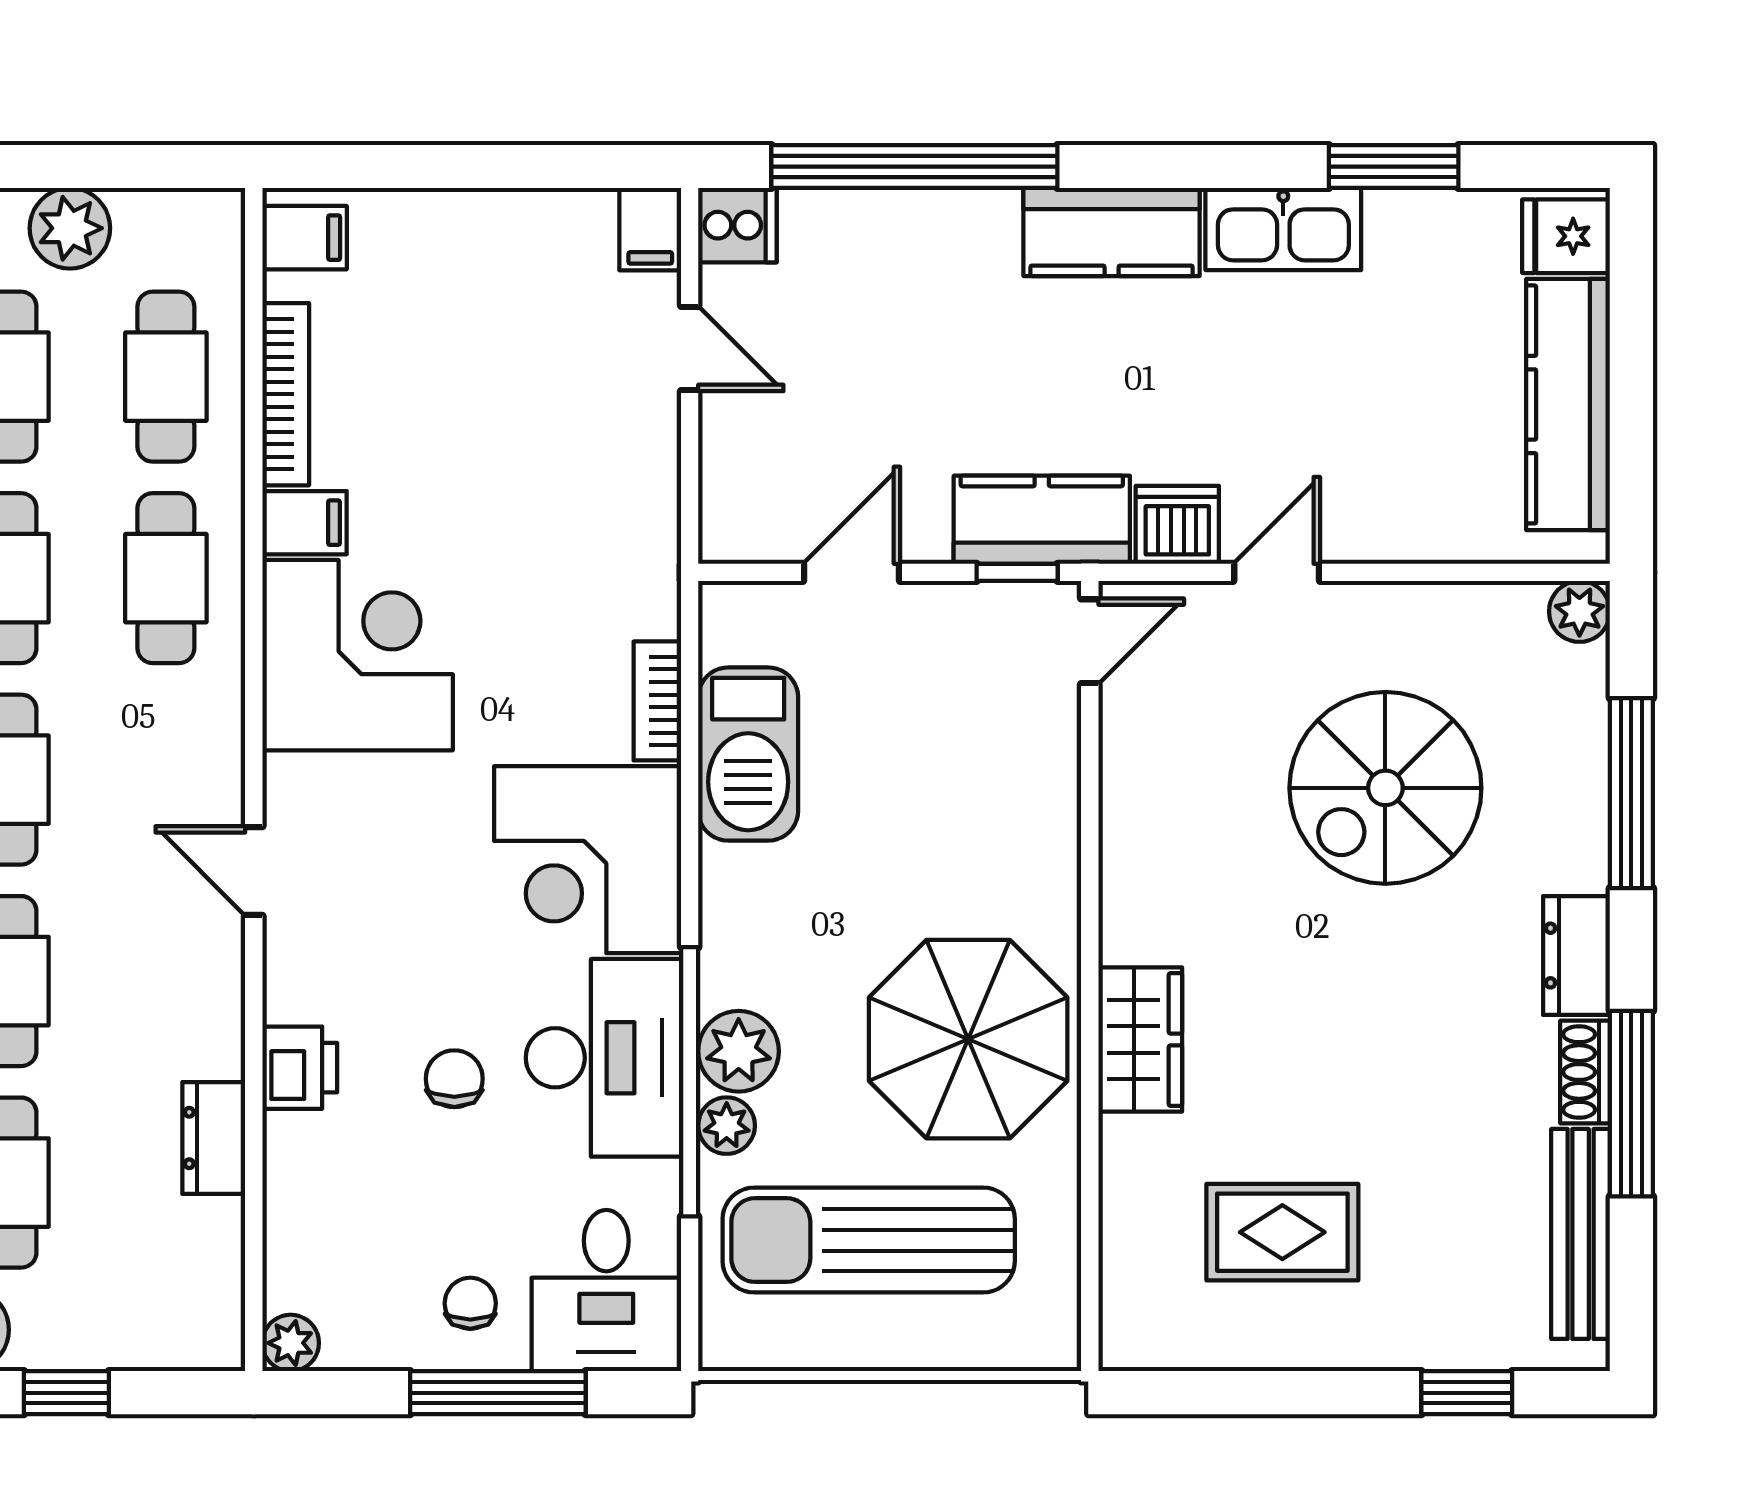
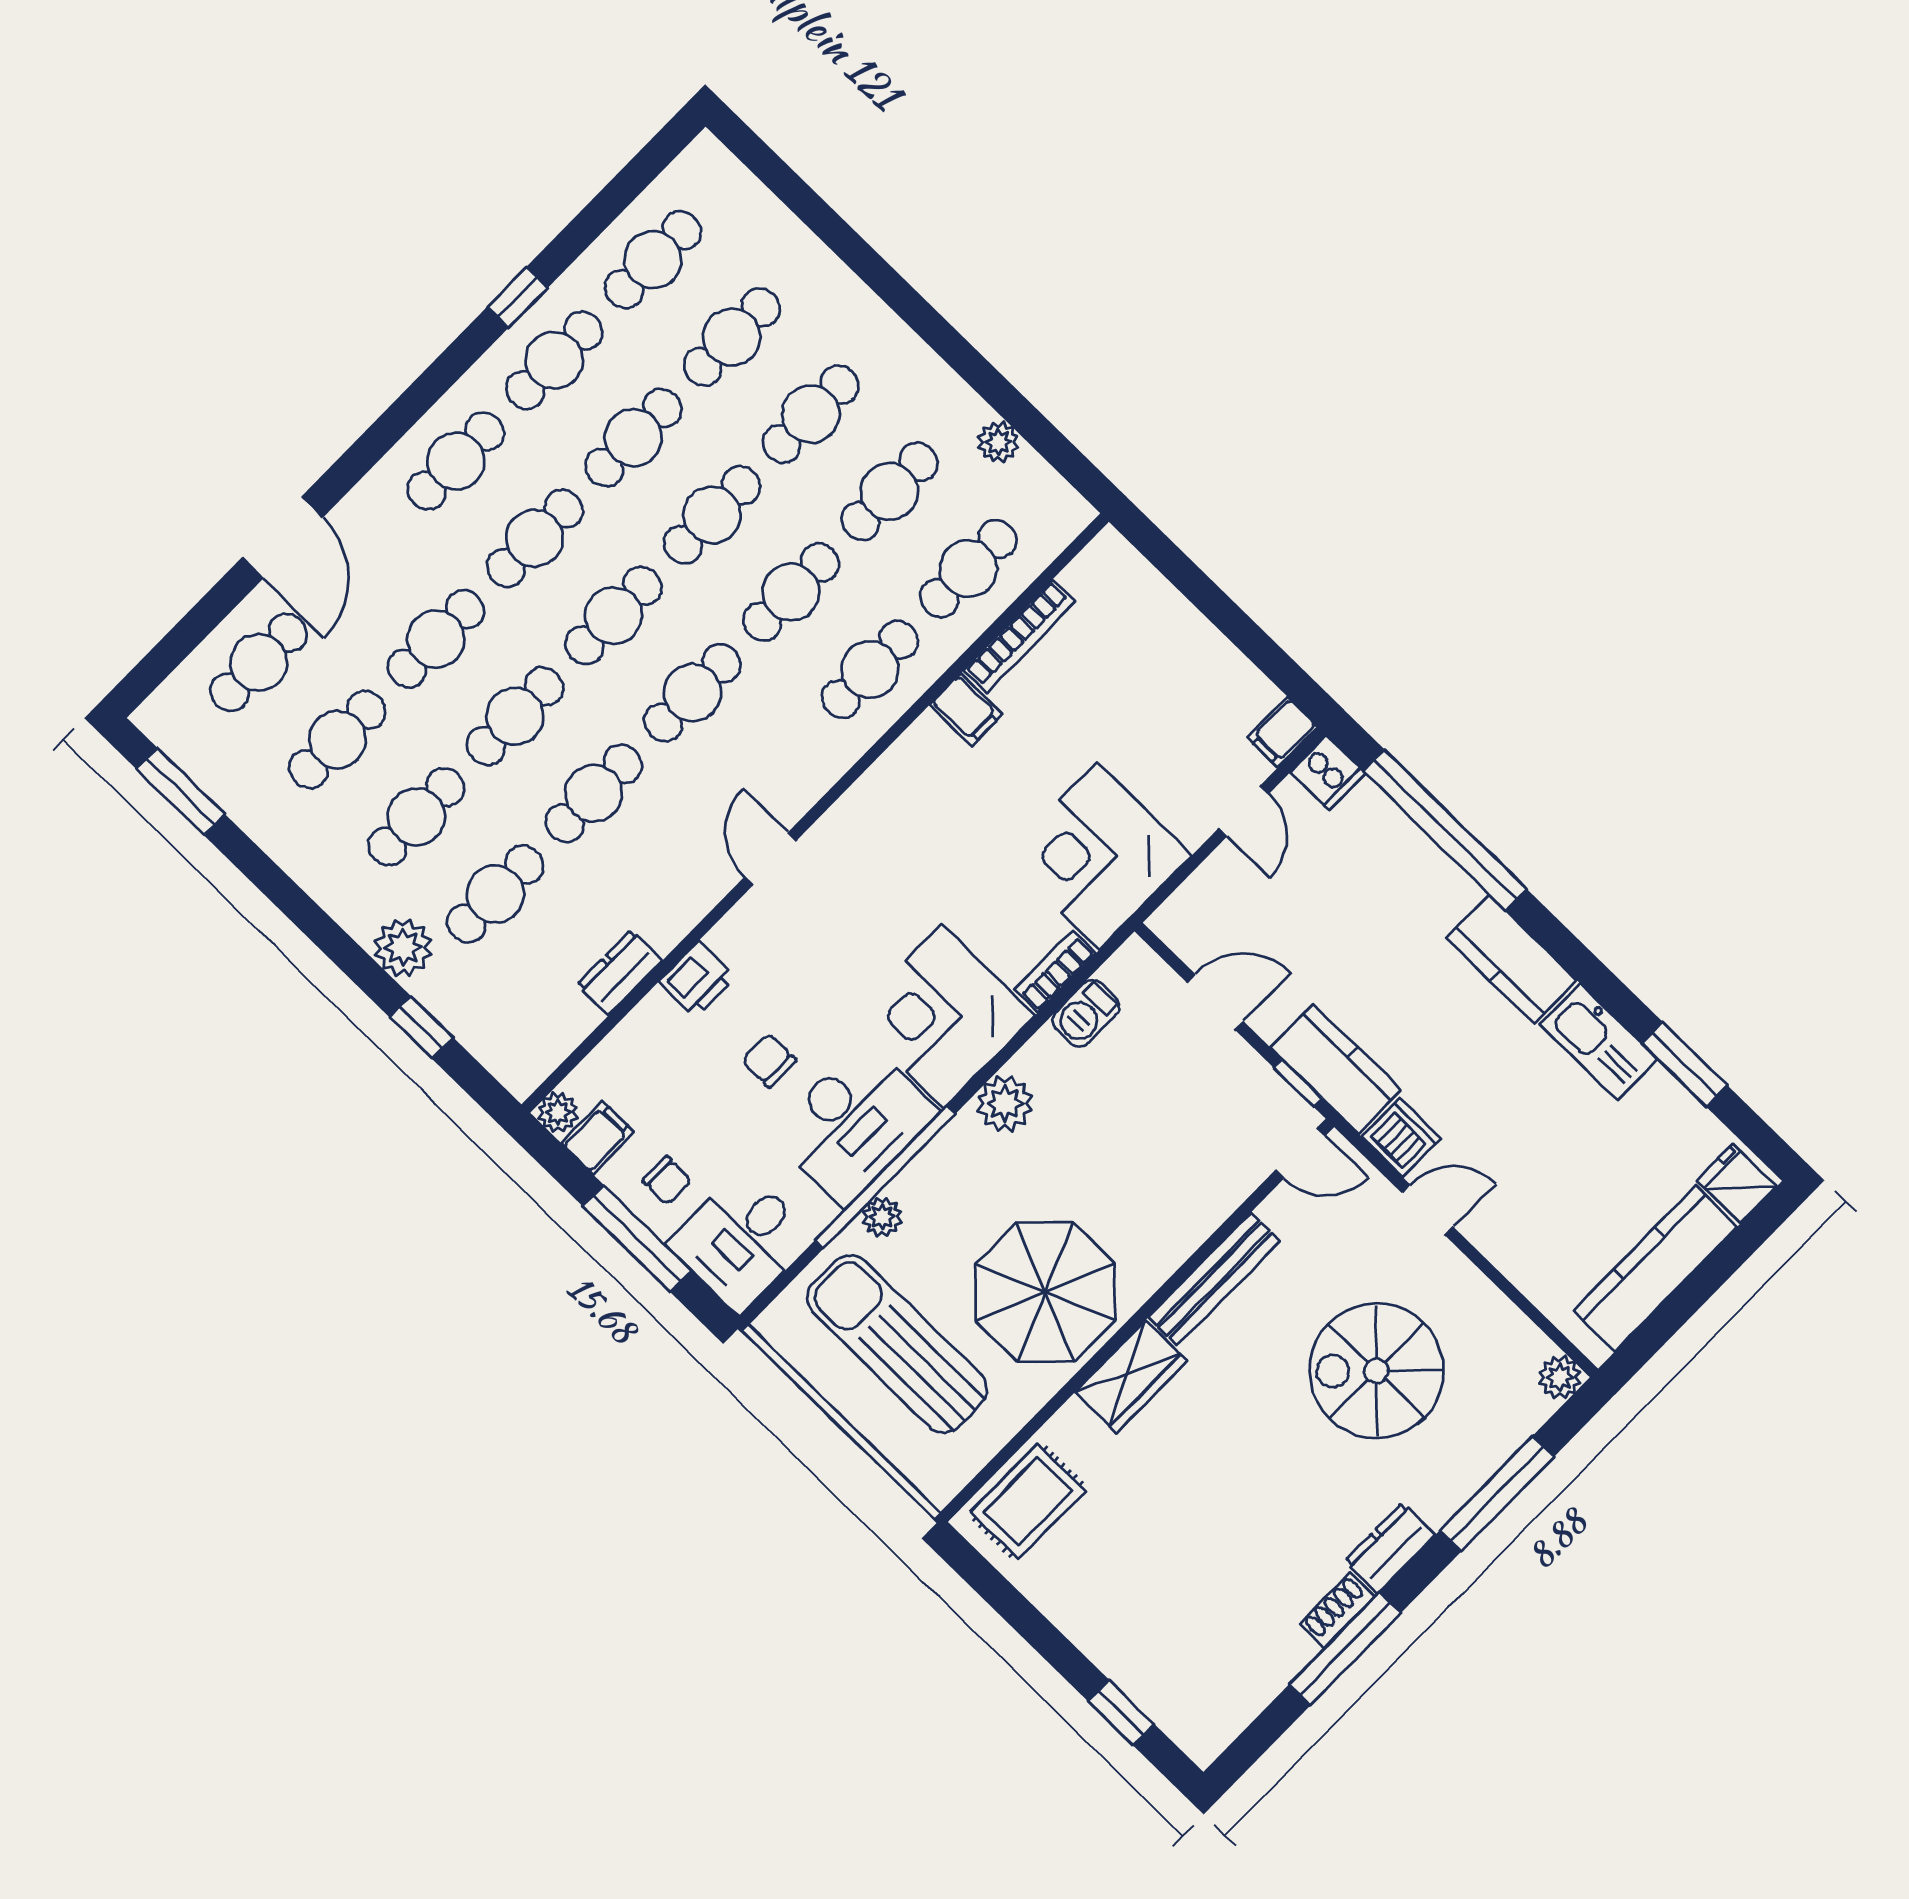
plant: (70, 228) -> (998, 442), width x0.73, depth x0.73
filing cabinet: (305, 238) -> (598, 1138), moved, turned -90
corner desk: (358, 655) -> (1098, 856), moved, turned 180
barbecue: (748, 754) -> (1086, 1013), width x0.53, depth x0.65
plant: (739, 1051) -> (1005, 1104), moved
chair: (454, 1079) -> (769, 1061), turned -90
rug: (1282, 1232) -> (1028, 1501), moved, turned 90
bench: (1581, 1234) -> (1214, 1279), moved
chair: (470, 1303) -> (667, 1181), turned 90

